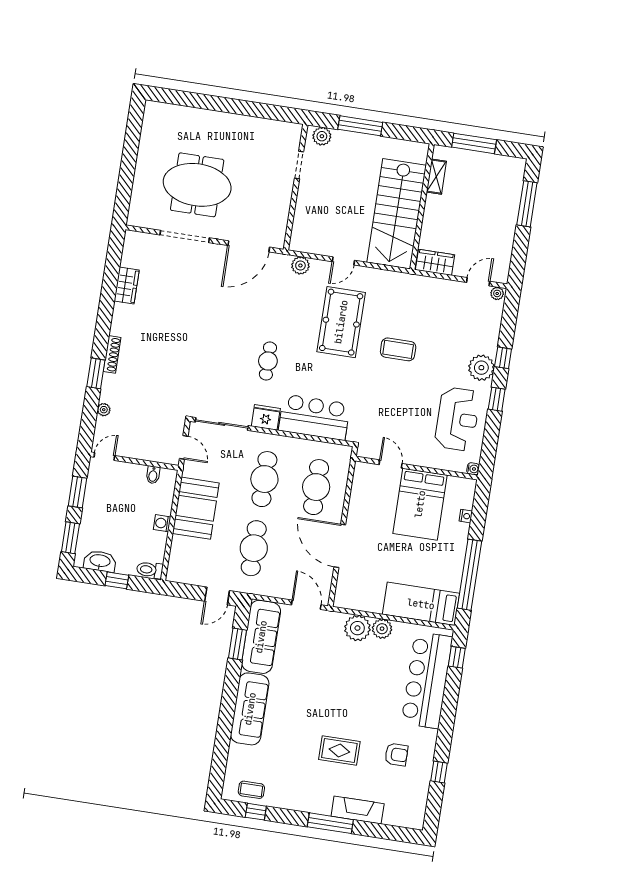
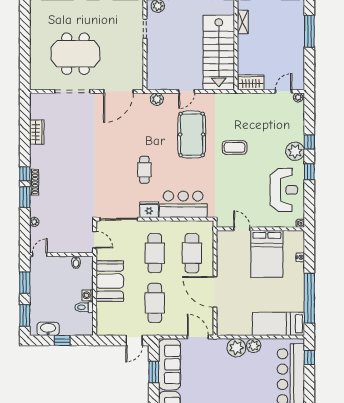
window: (101, 341) -> (25, 174), added
toilet: (150, 570) -> (84, 307), moved

